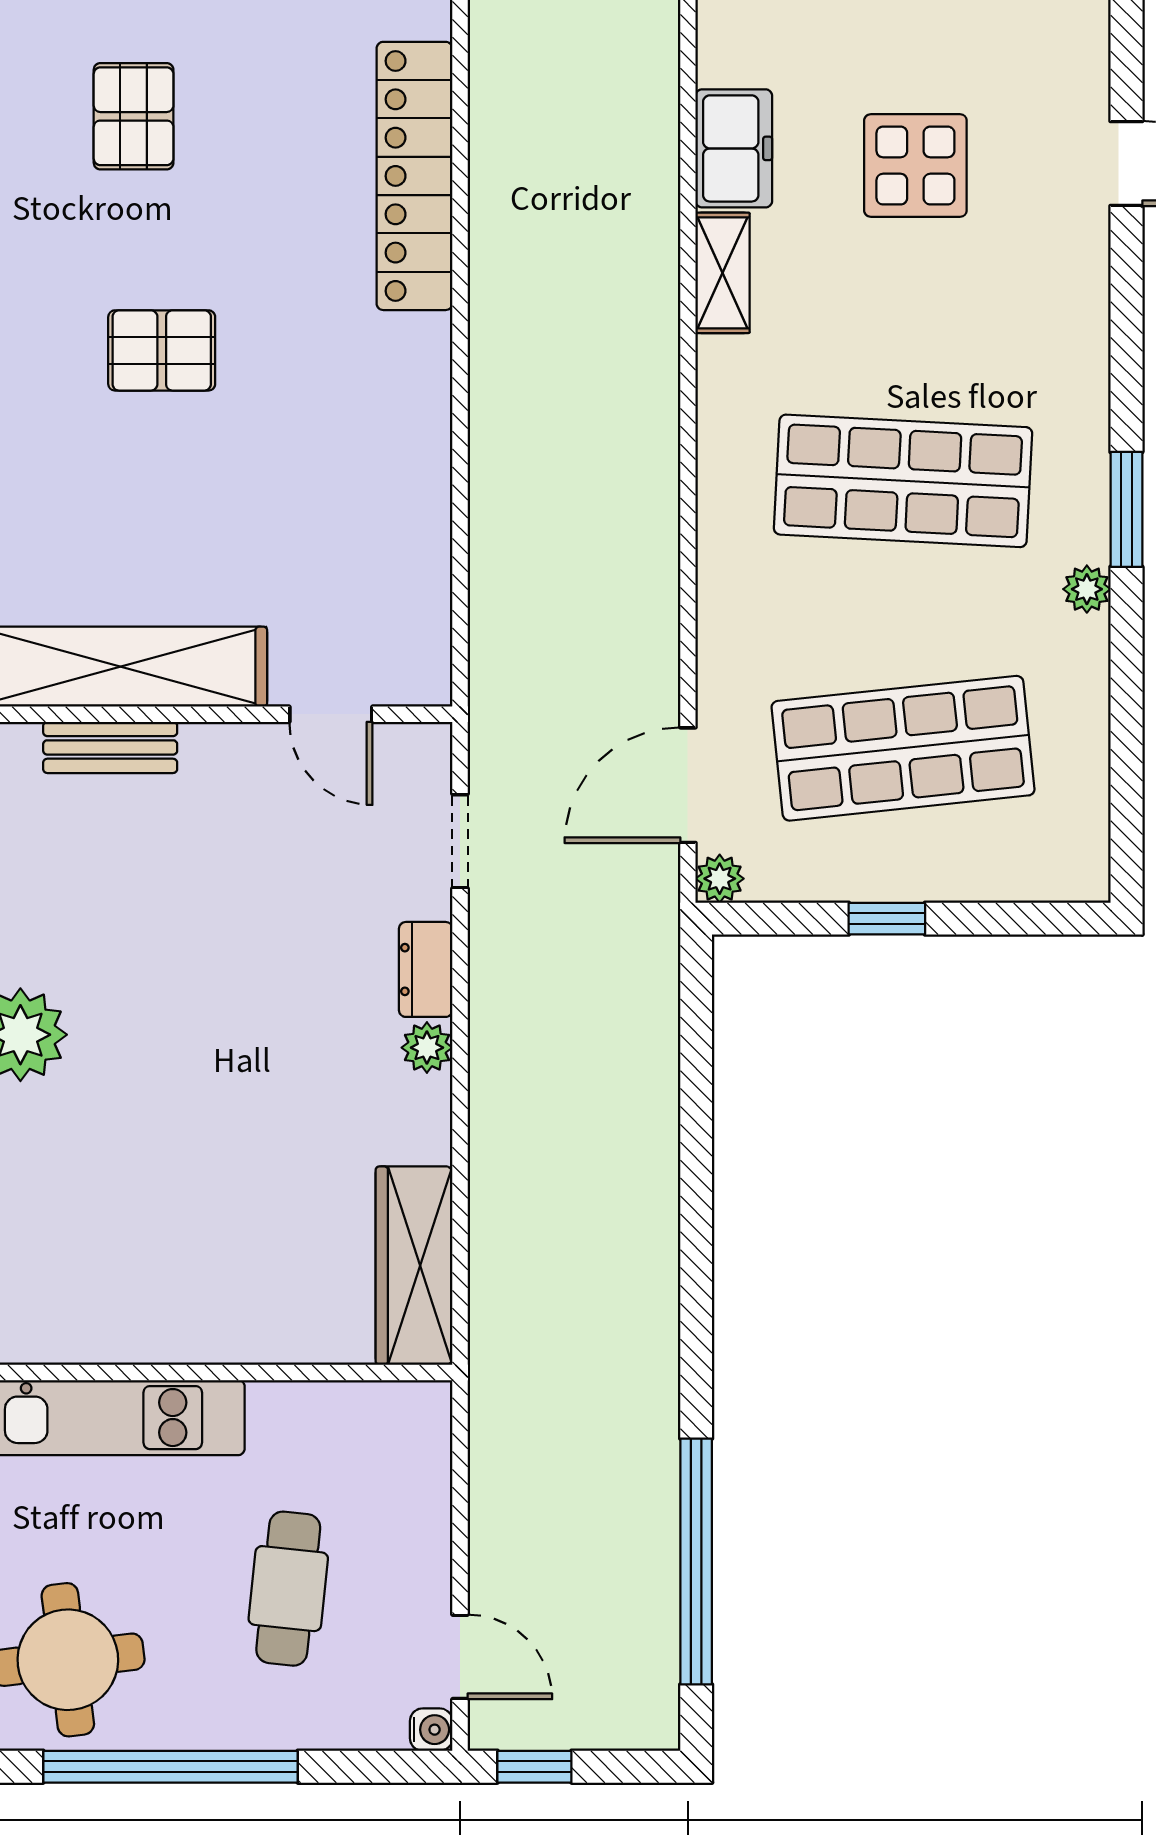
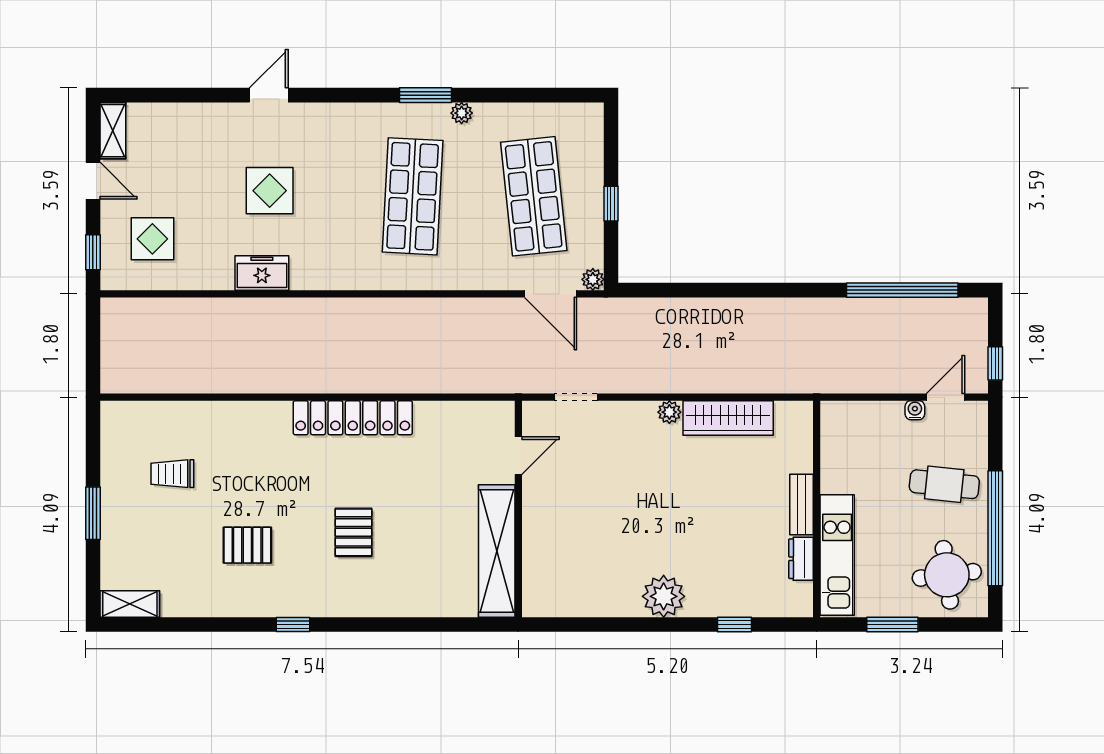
locker: (414, 176) -> (353, 418), moved
shelving: (723, 273) -> (318, 278), removed
bench: (110, 747) -> (802, 505), moved
dresser: (426, 969) -> (801, 559), moved, turned 90
wardrobe: (414, 1266) -> (728, 418), moved
cafe table: (288, 1589) -> (944, 484), moved
water cooler: (431, 1730) -> (915, 410), moved

